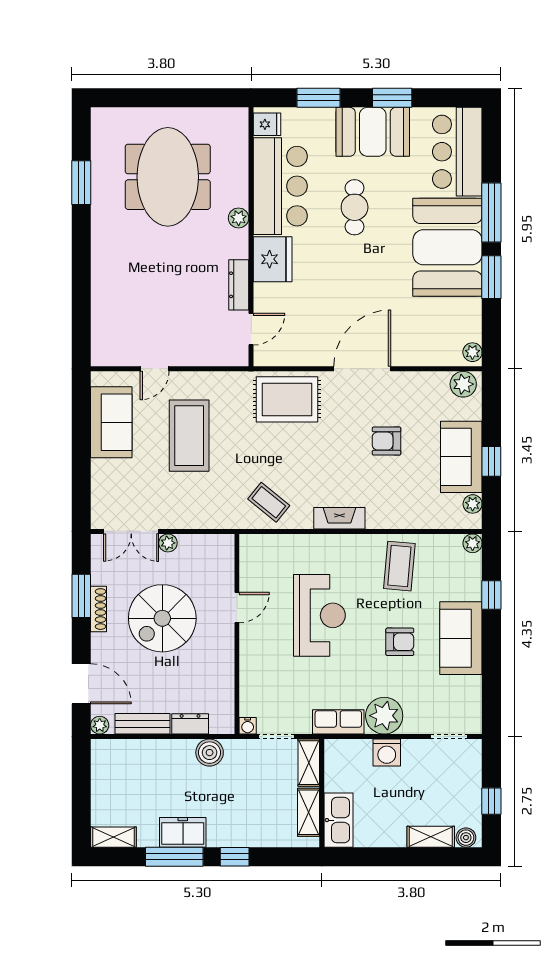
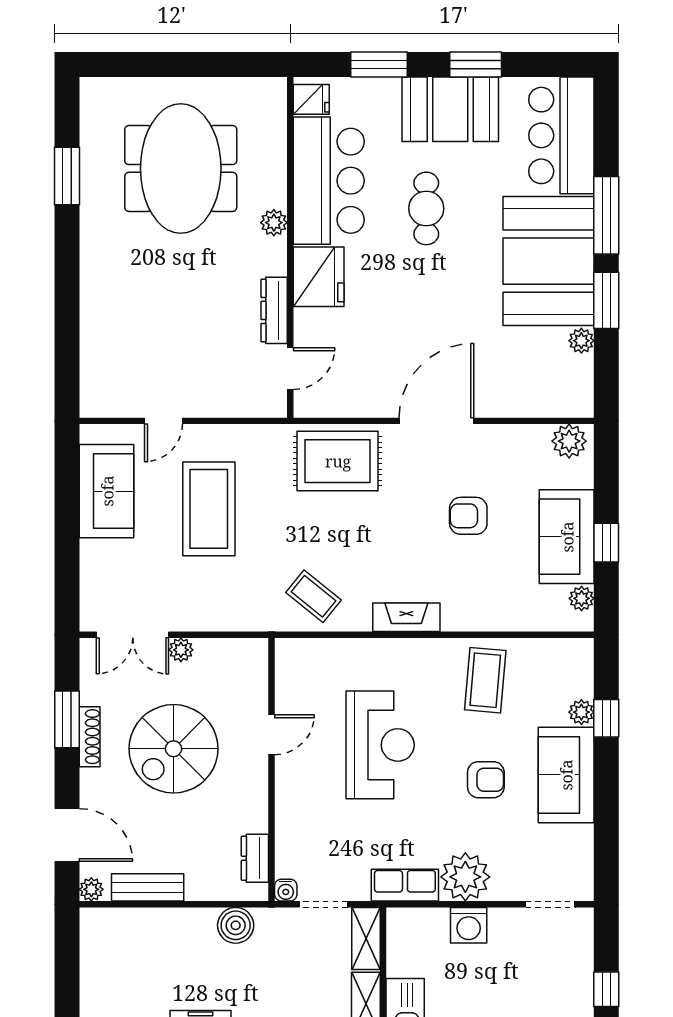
plant: (472, 352) -> (581, 341), moved
plant: (473, 543) -> (581, 712), moved
dresser: (190, 724) -> (255, 858), moved, turned -90

